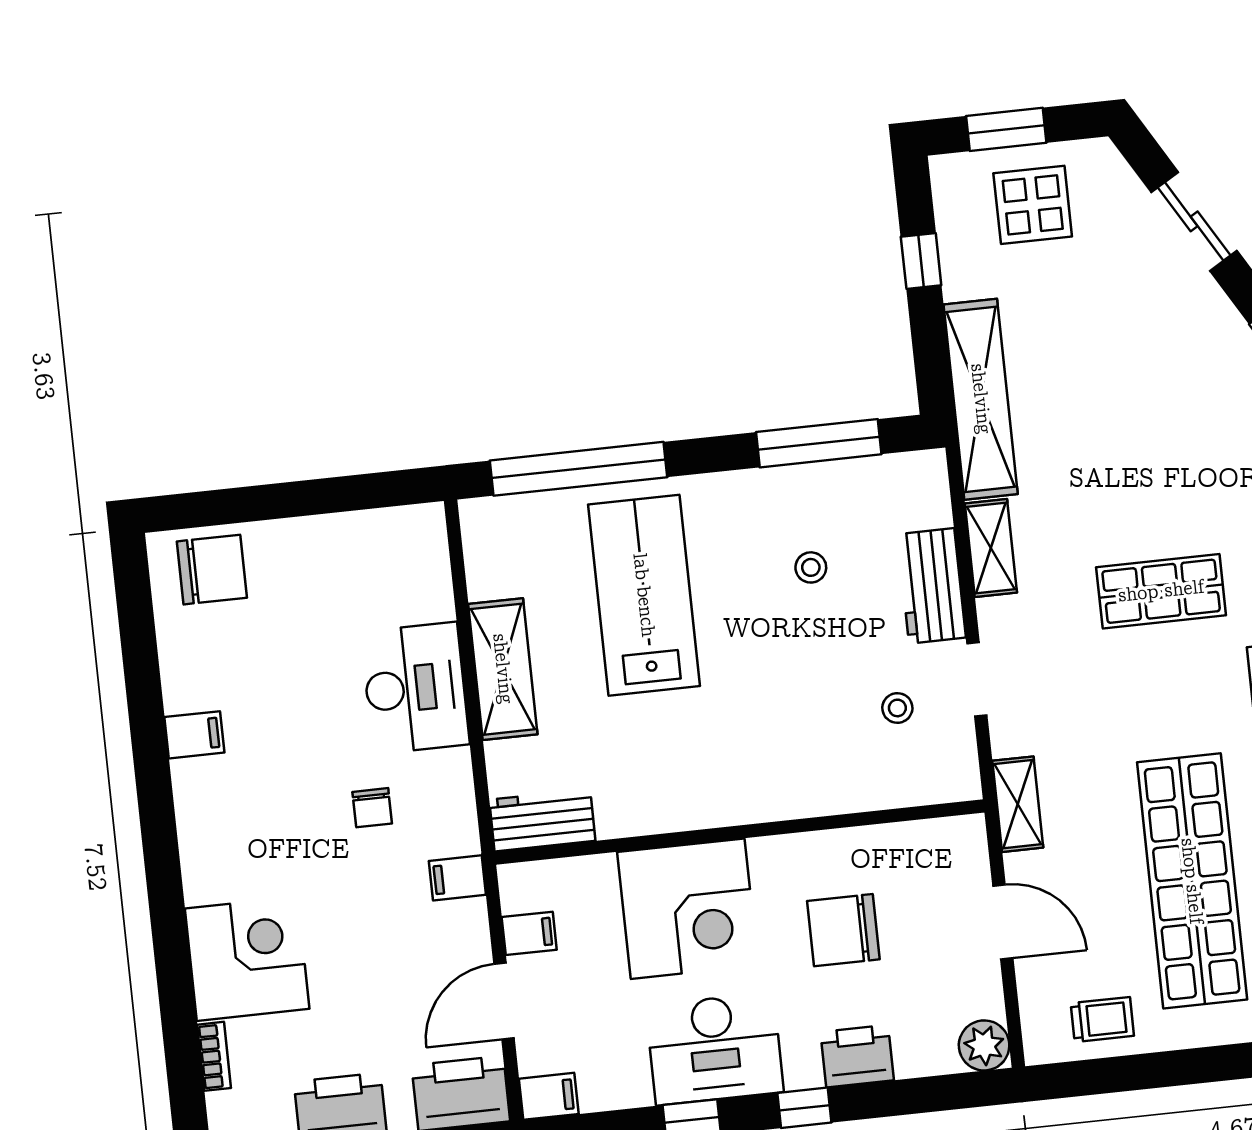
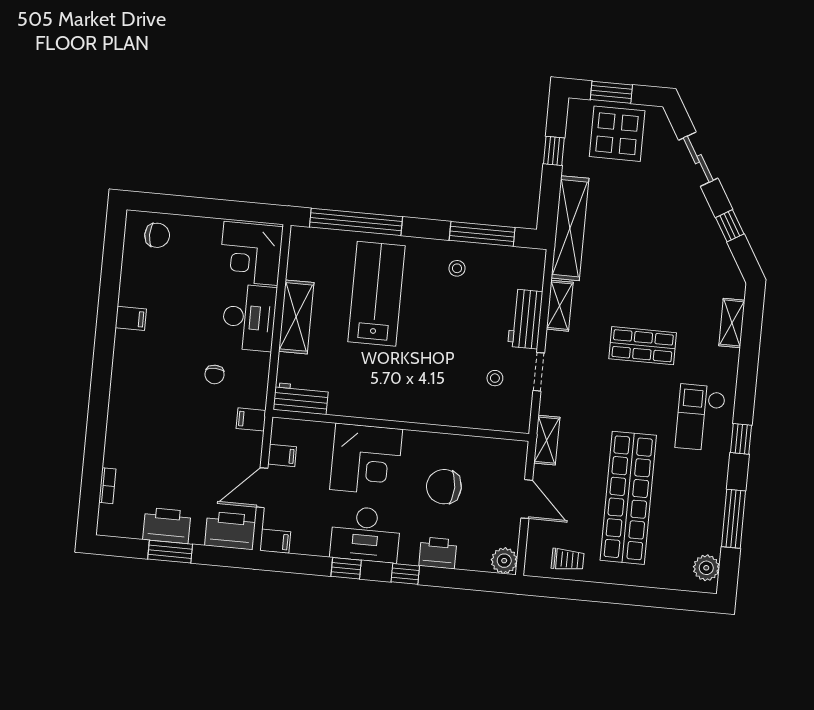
display table: (1033, 205) -> (617, 134), width x1.36, depth x1.36
stool: (811, 567) -> (457, 268), moved
chair: (212, 570) -> (157, 235), width x0.73, depth x0.73
corner desk: (247, 959) -> (251, 253), moved, turned 180

